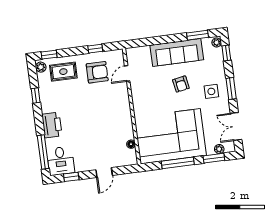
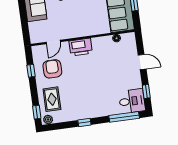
door: (127, 73) -> (53, 42), hinge flipped
window: (36, 95) -> (84, 122), moved
printer: (52, 125) -> (81, 47), moved, turned 180

